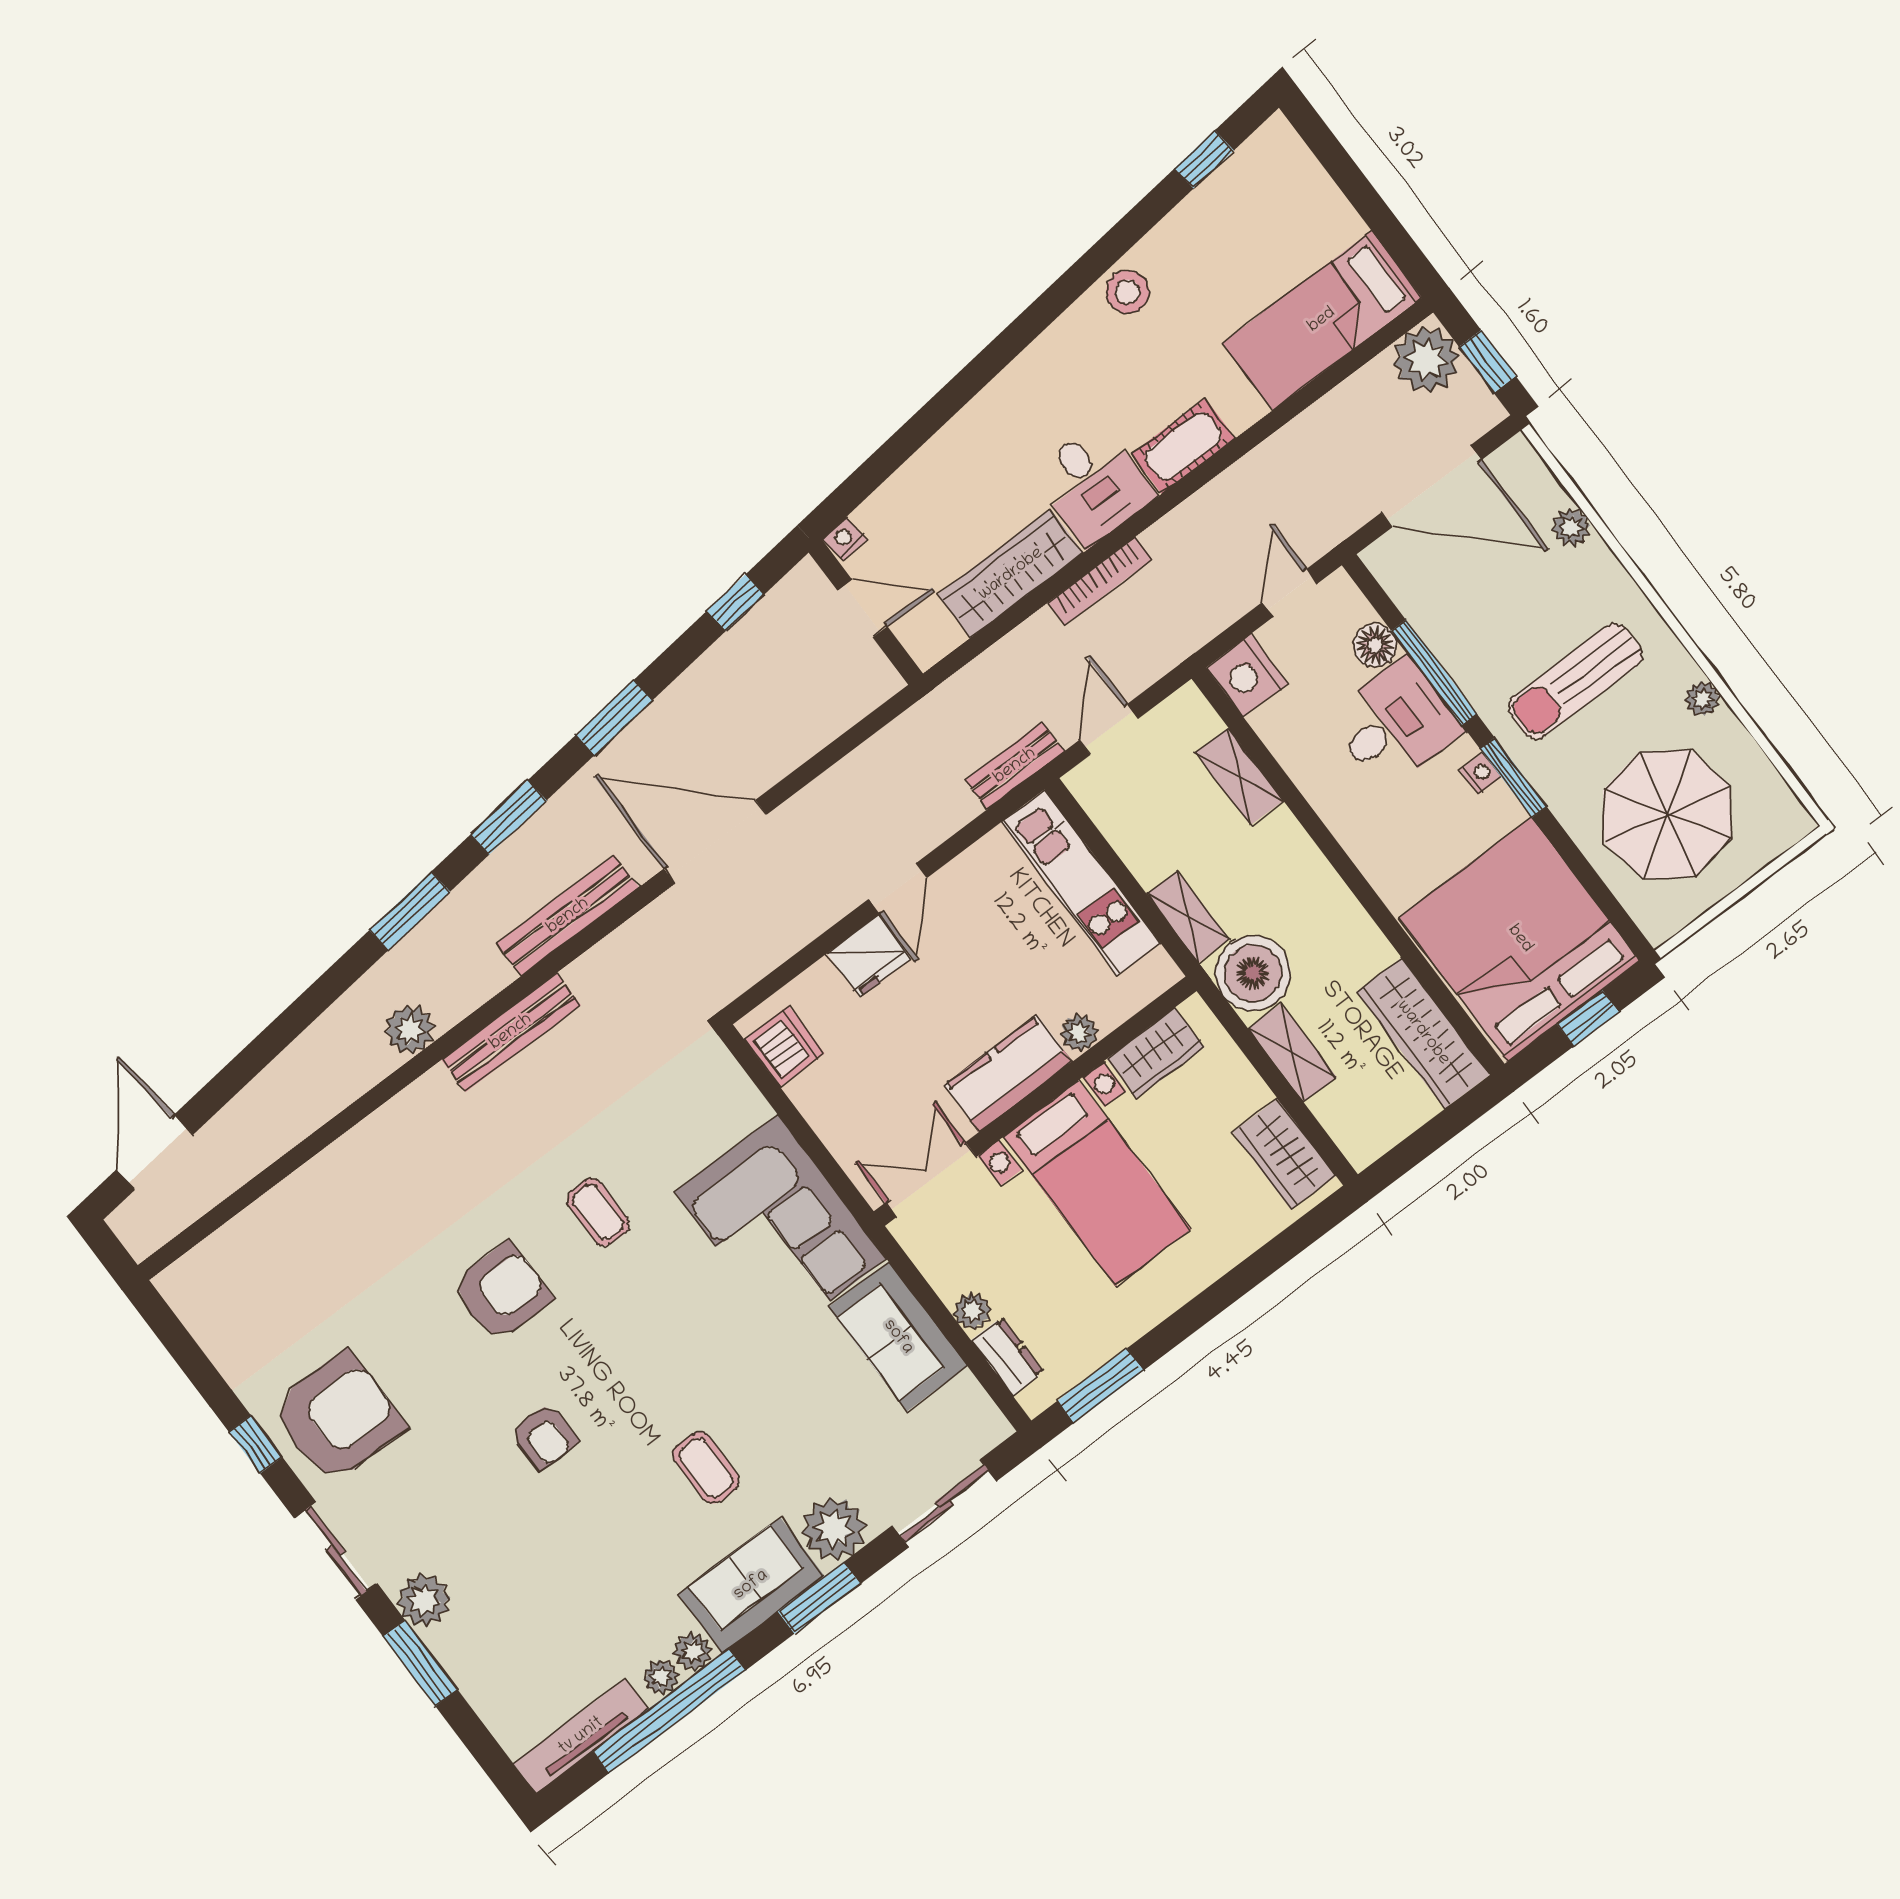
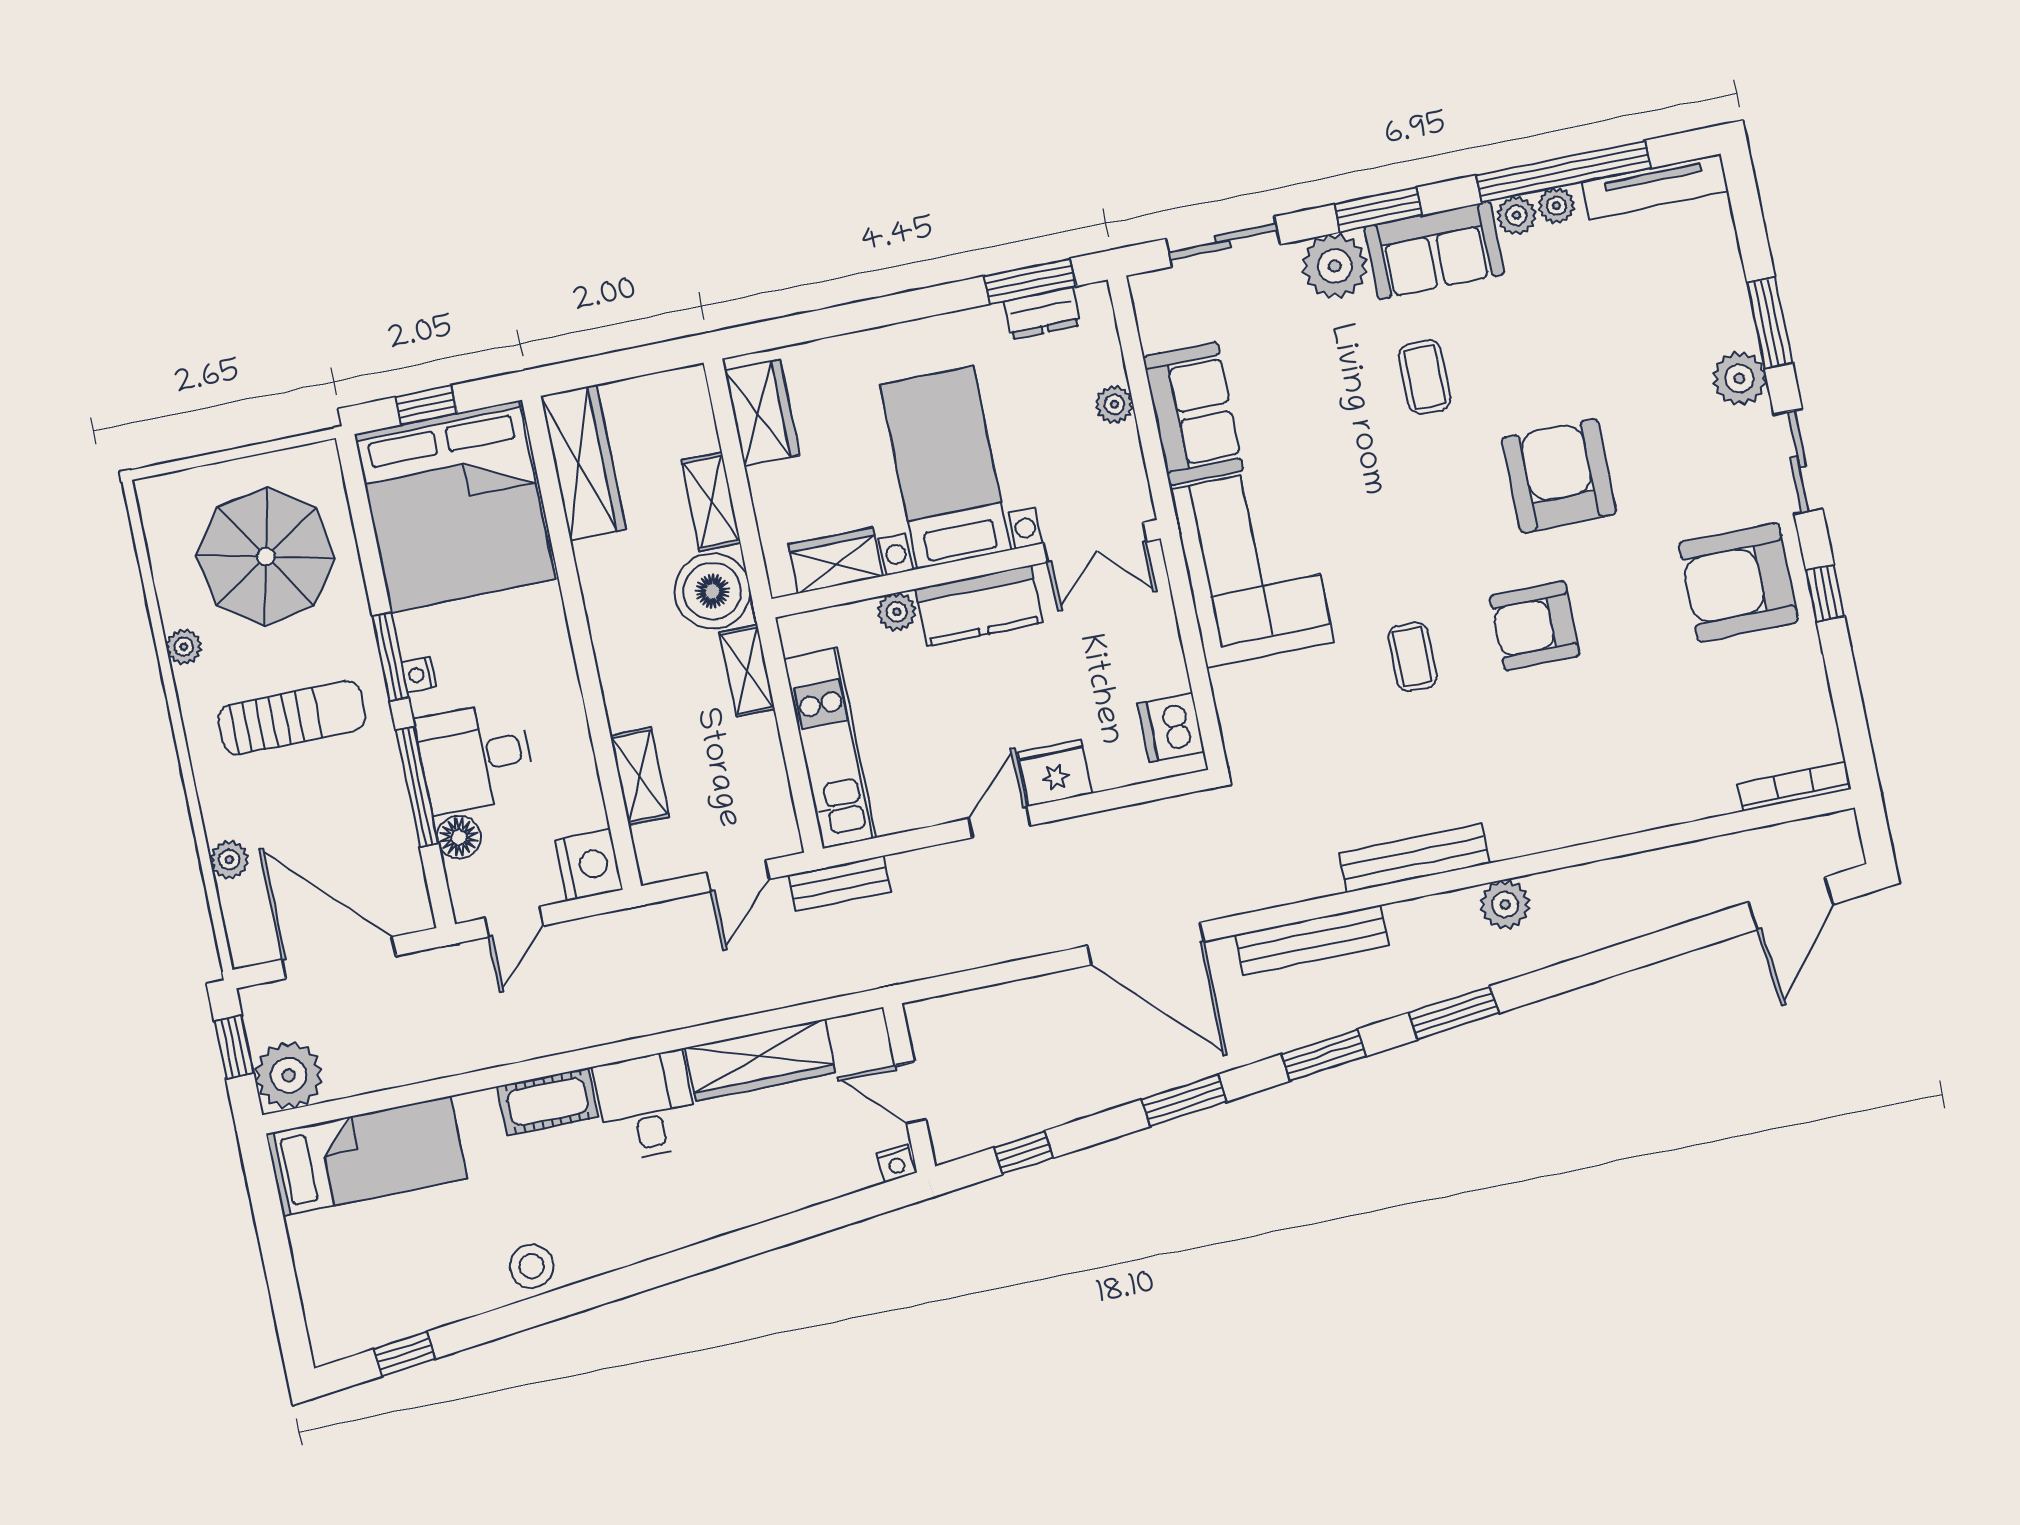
bookcase: (1100, 581) -> (1794, 786), moved
dresser: (1008, 1356) -> (1042, 313), moved, turned -90
armchair: (544, 1436) -> (1559, 476), width x1.88, depth x1.88

